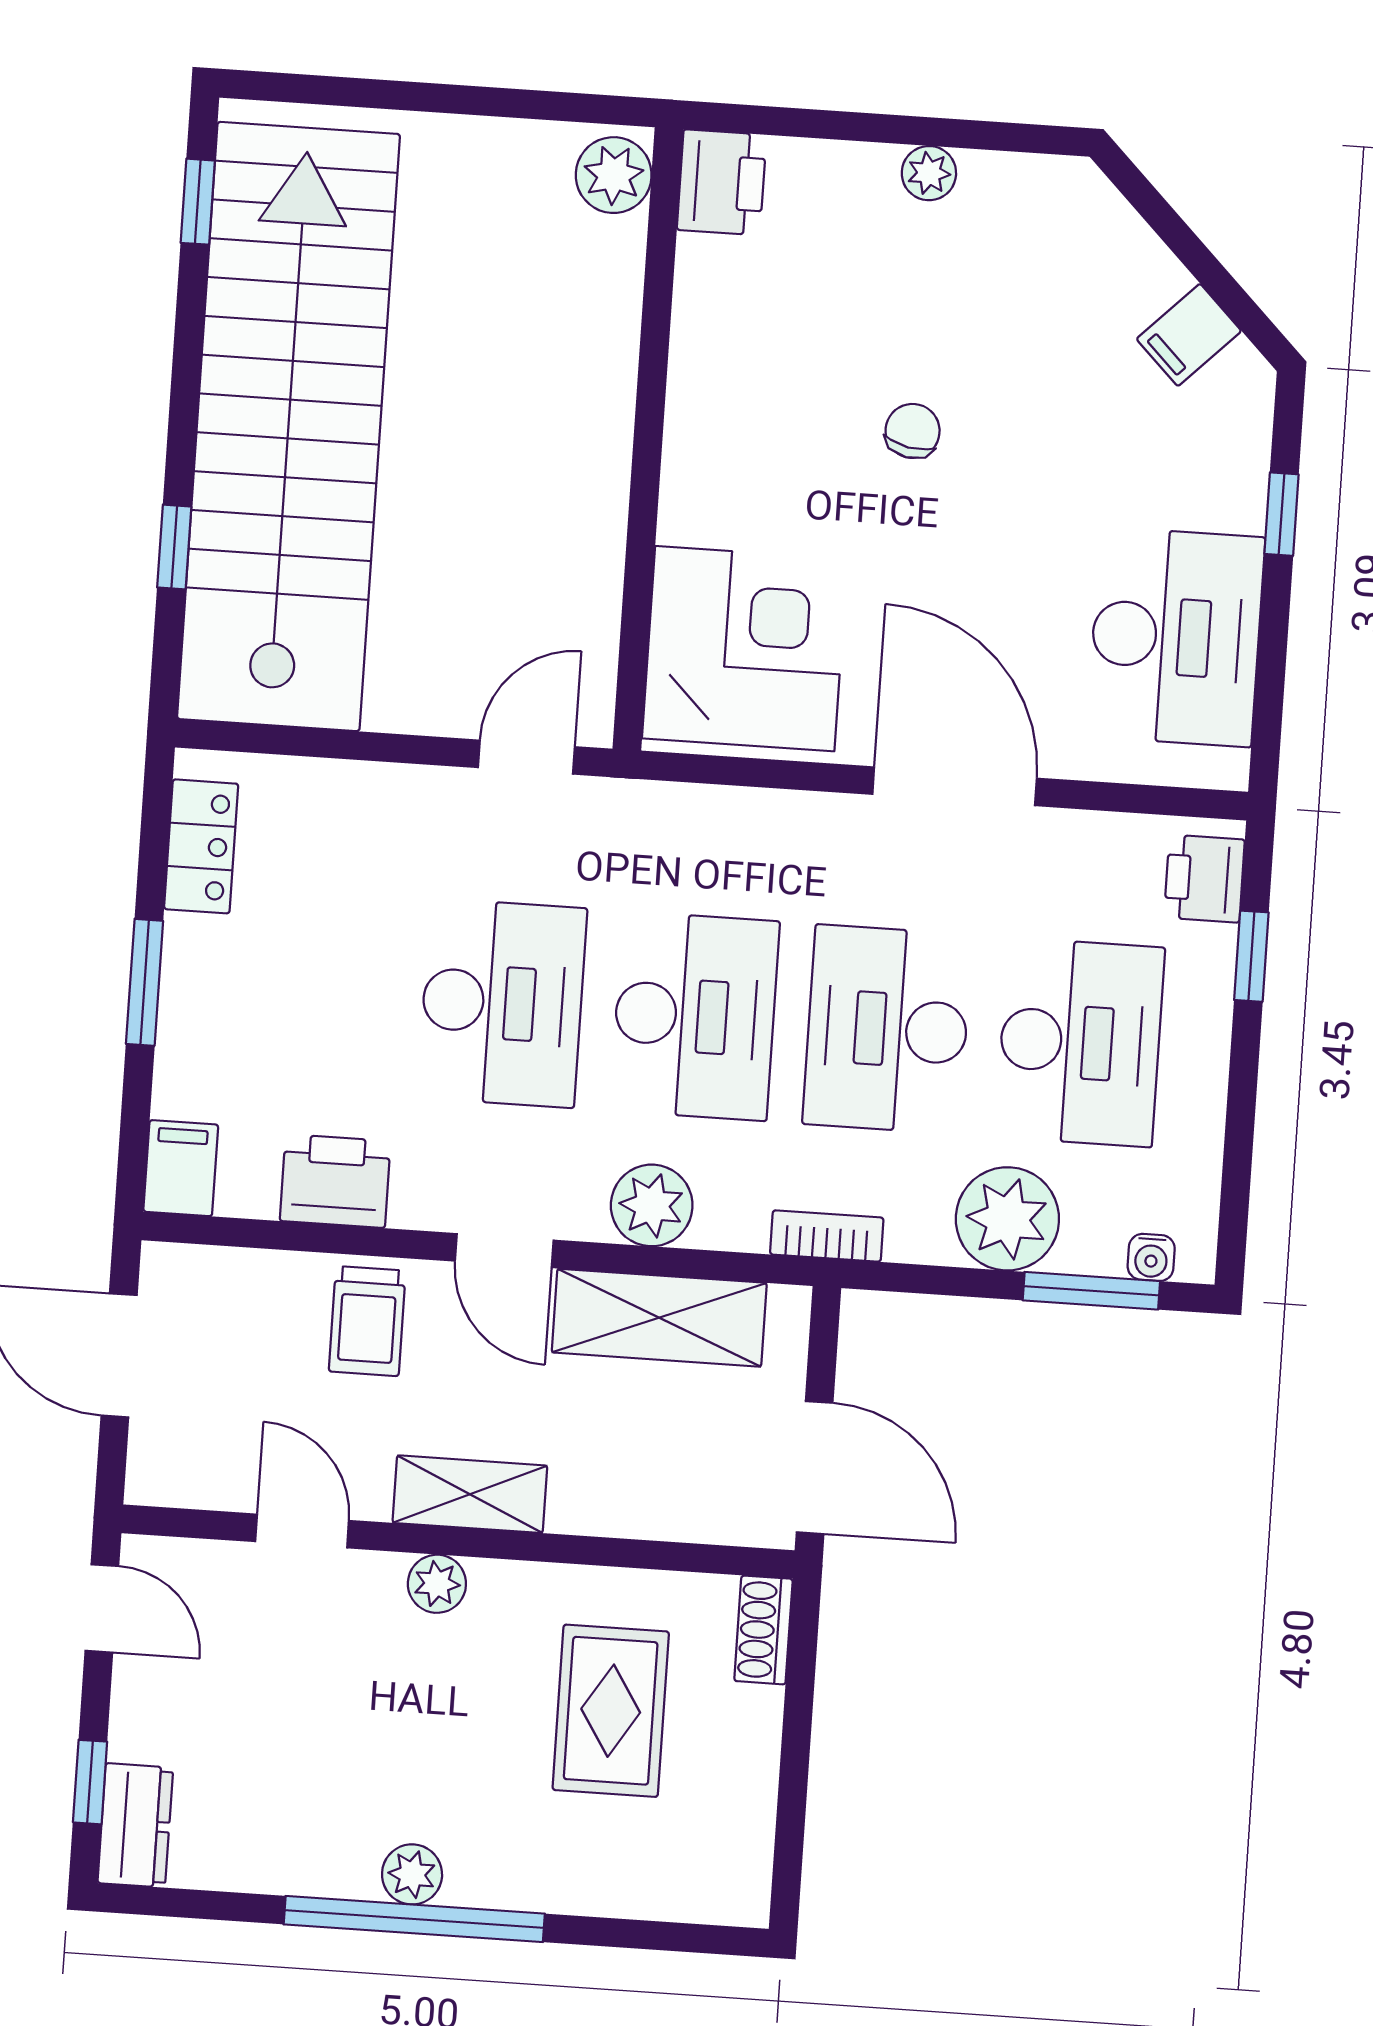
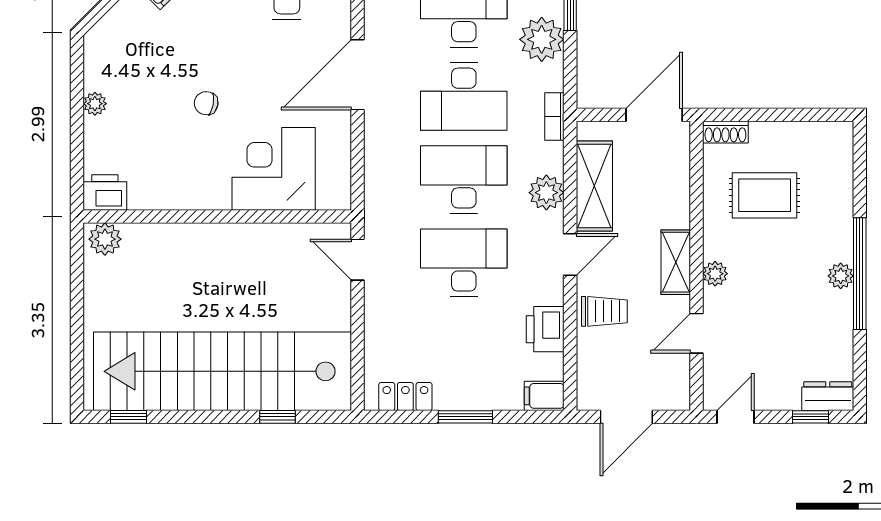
corner desk: (745, 649) -> (274, 169), moved

